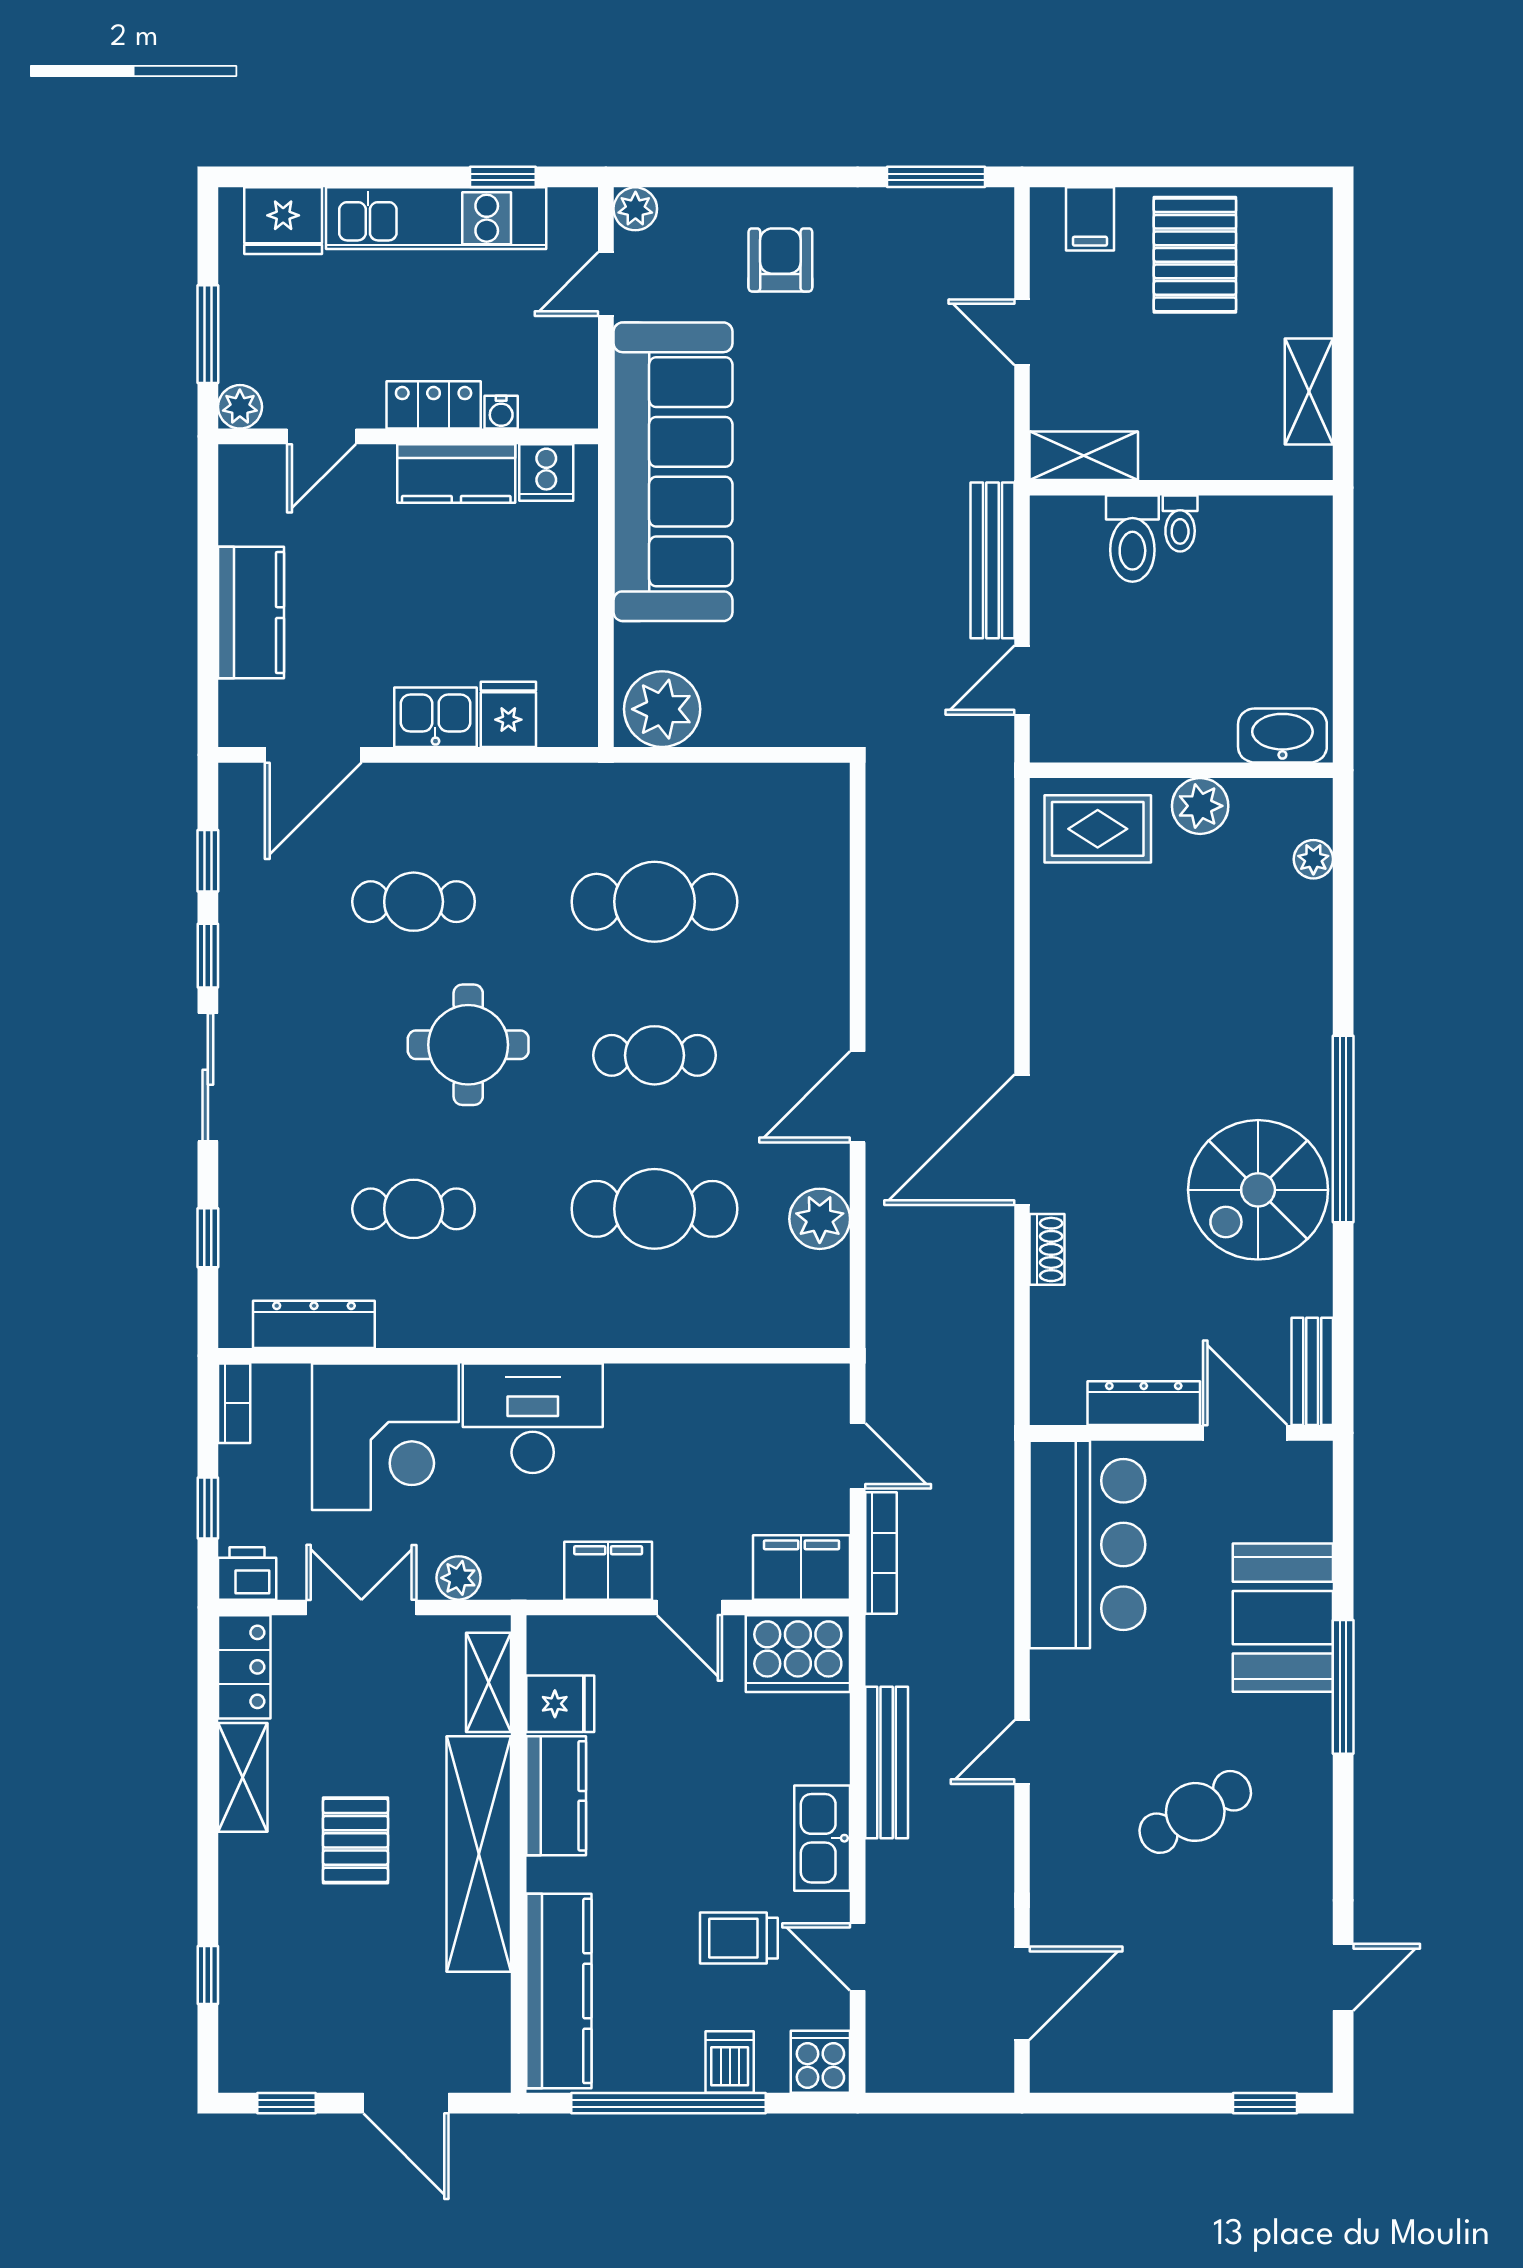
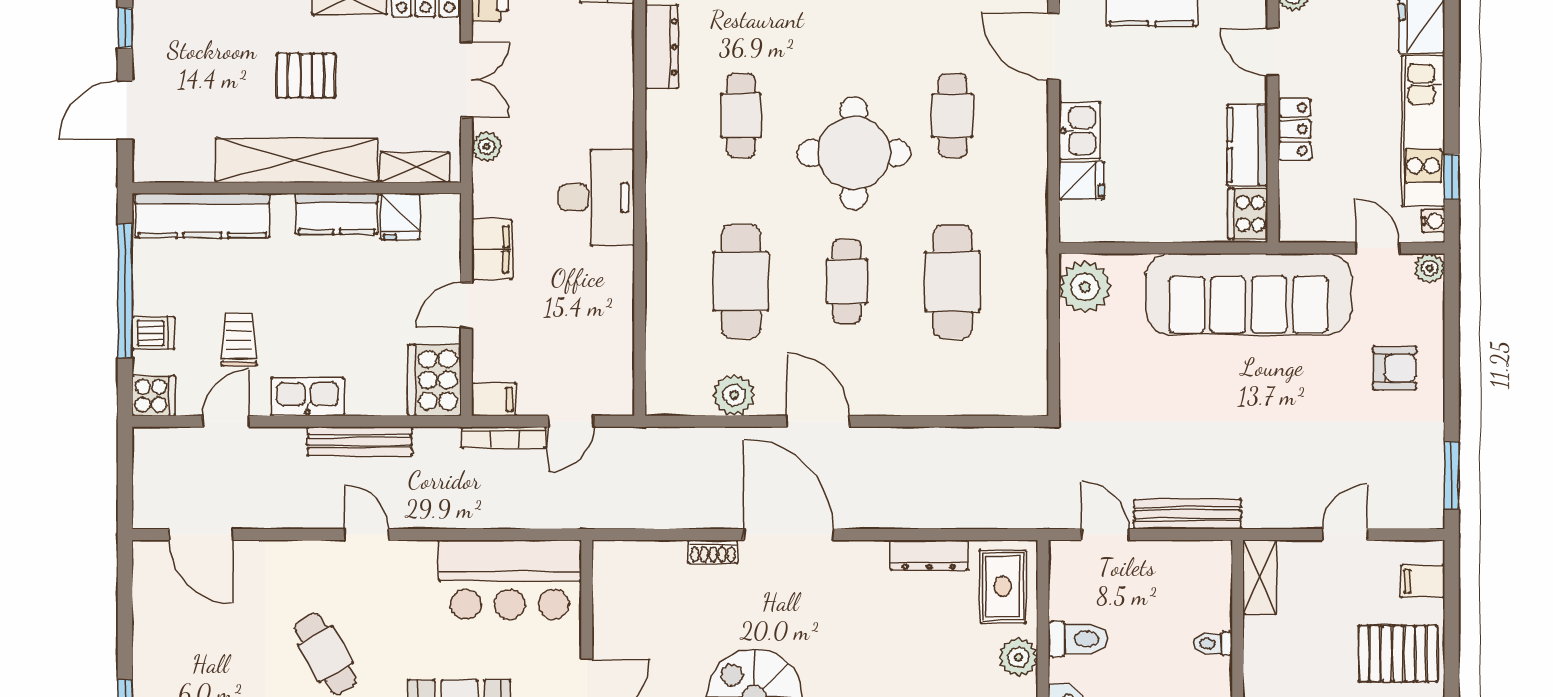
water cooler: (501, 412) -> (1433, 221), moved, turned 180
cooker: (546, 473) -> (1248, 214), width x1.36
toilet: (1132, 539) -> (1078, 639), moved, turned 180
round table: (468, 1045) -> (854, 153), width x1.36, depth x1.36
dresser: (1144, 1403) -> (929, 555), moved, turned 90
corner desk: (385, 1437) -> (584, 96), removed
filing cabinet: (801, 1567) -> (494, 399), width x0.50

